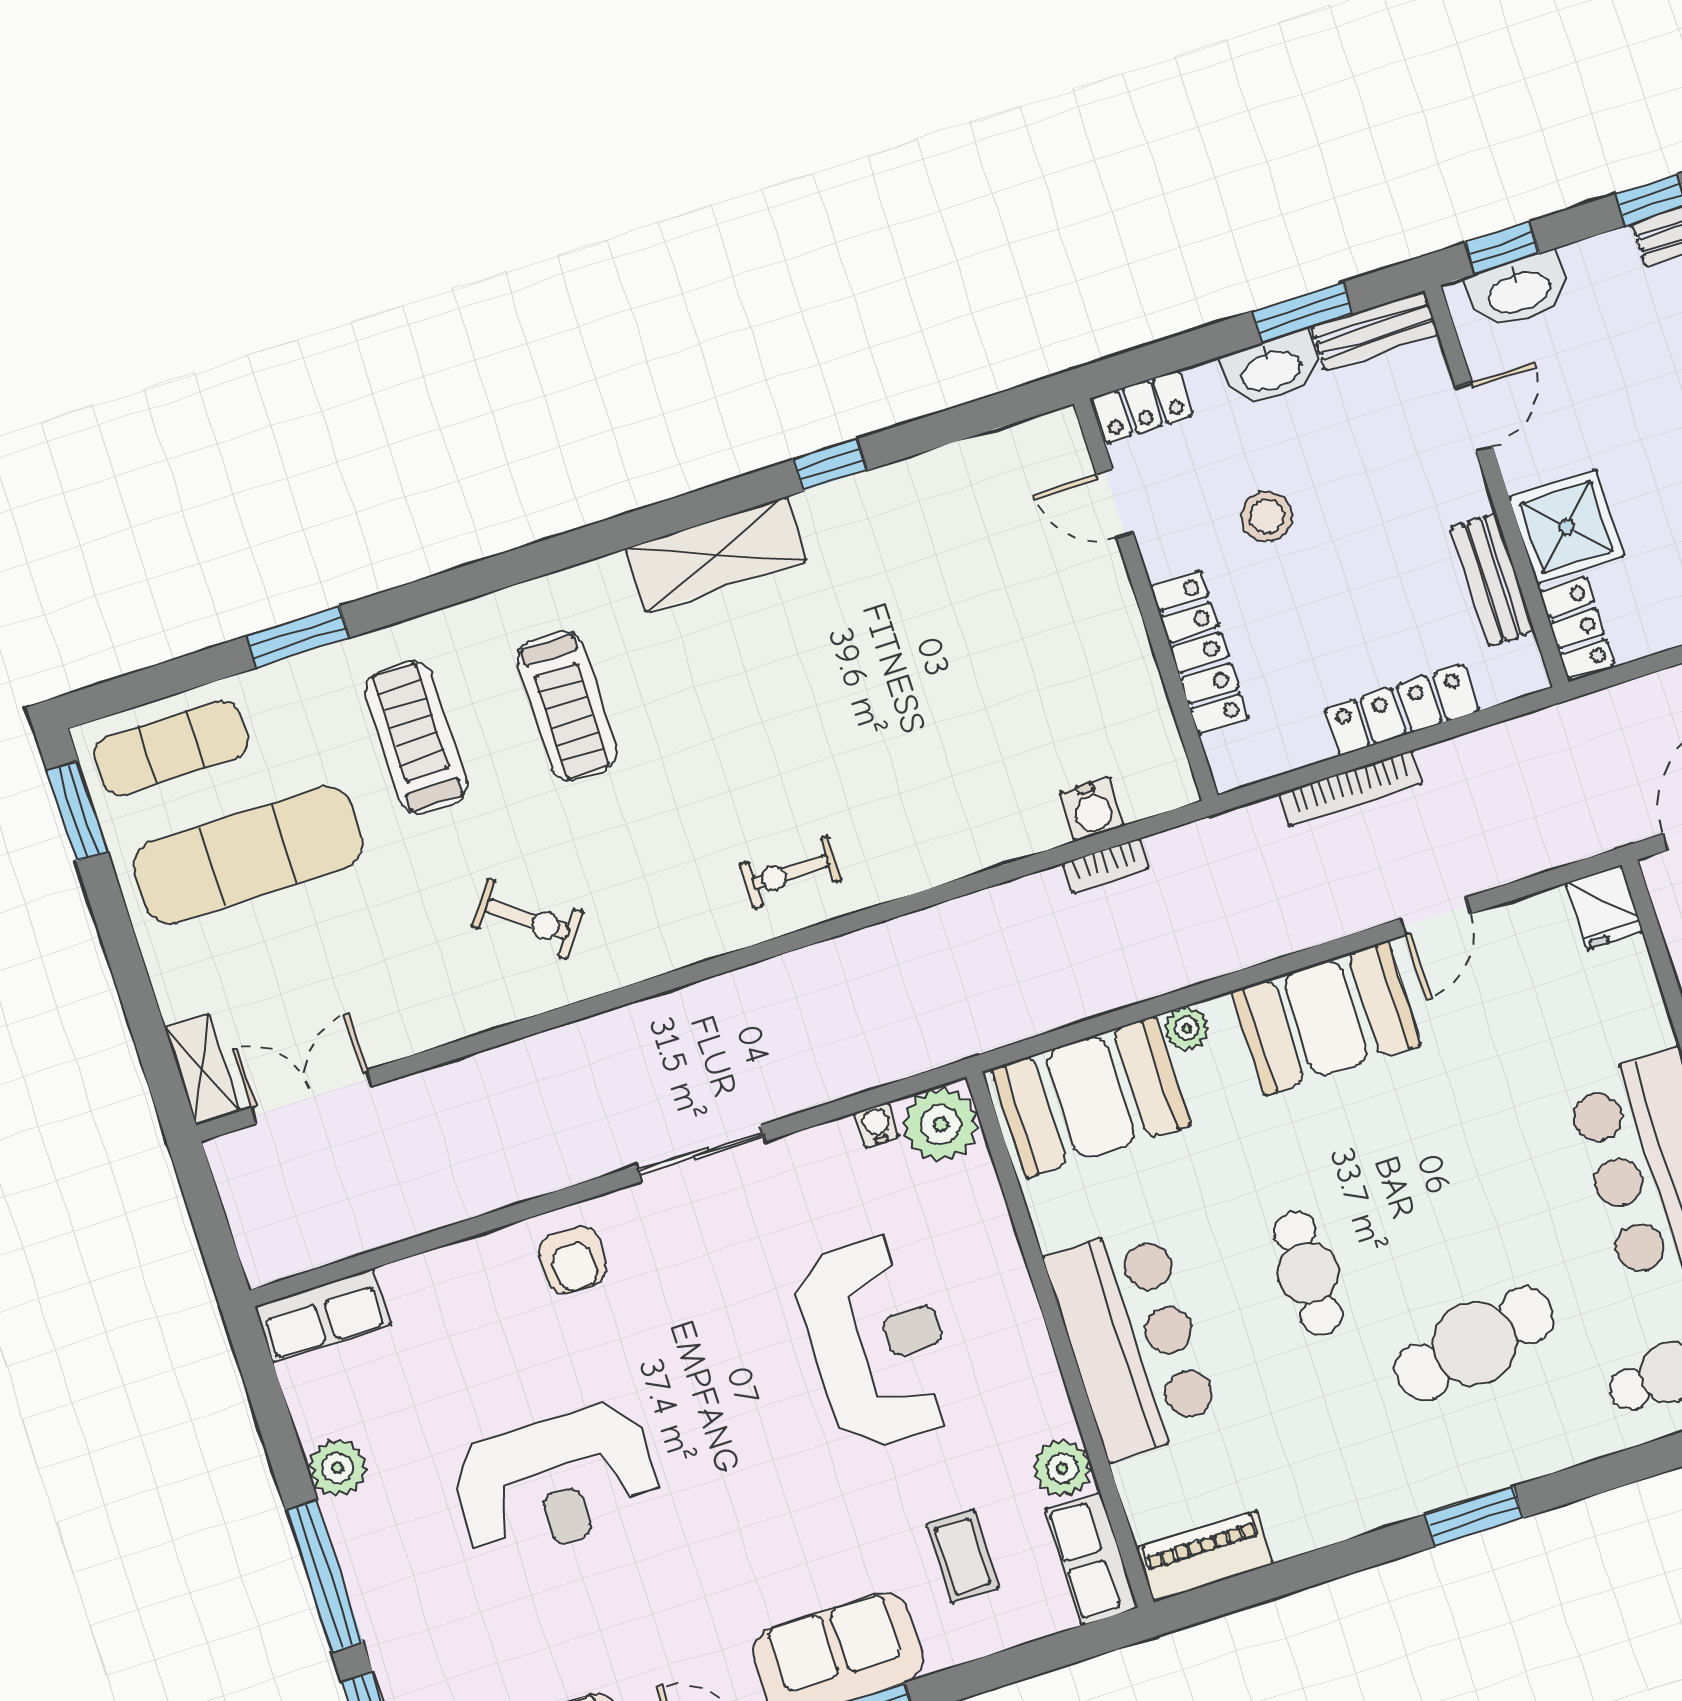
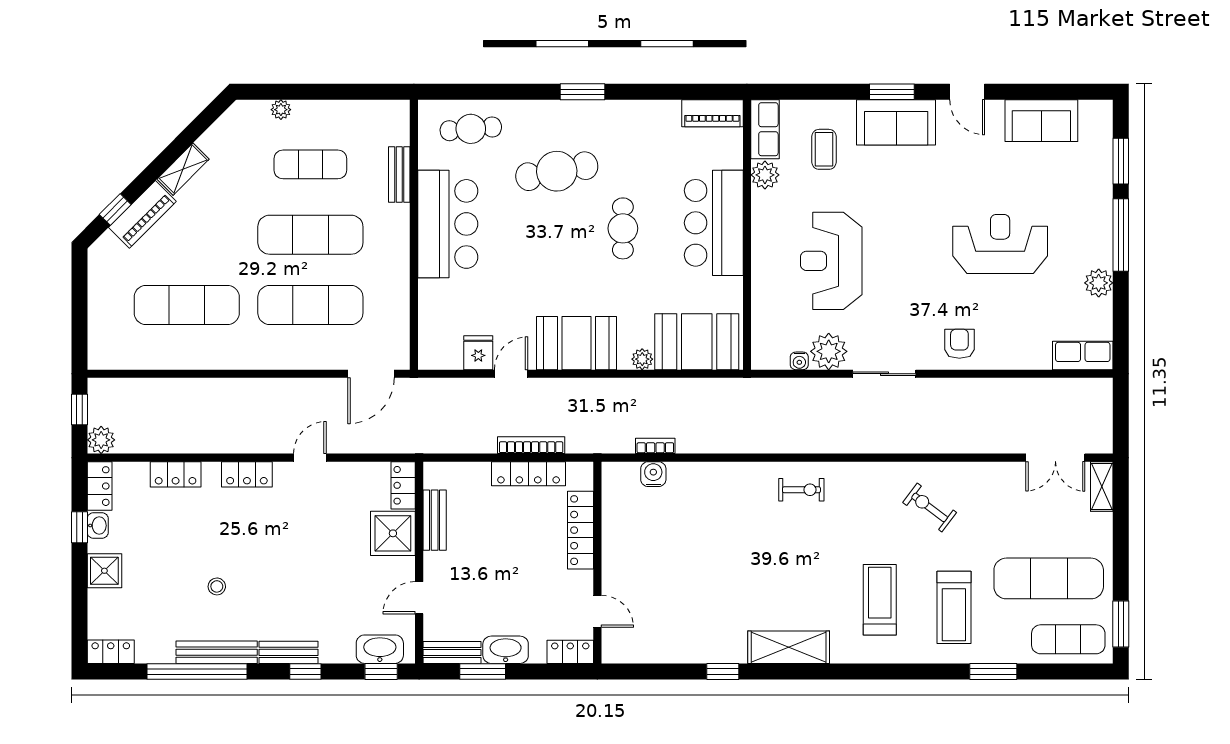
stool: (1267, 517) -> (529, 583), removed
locker: (1401, 710) -> (529, 474), moved
fridge: (1604, 907) -> (478, 353), moved
plant: (941, 1124) -> (829, 351), moved

